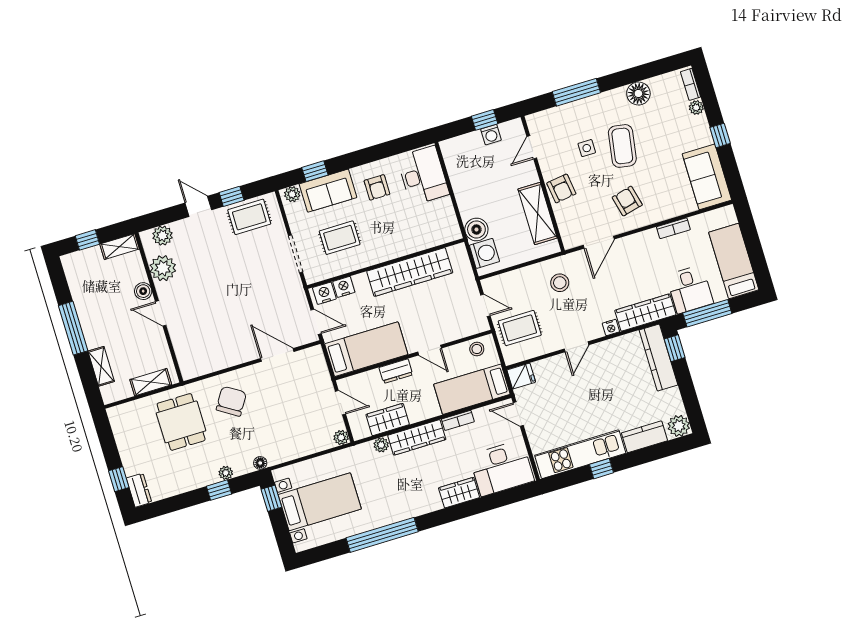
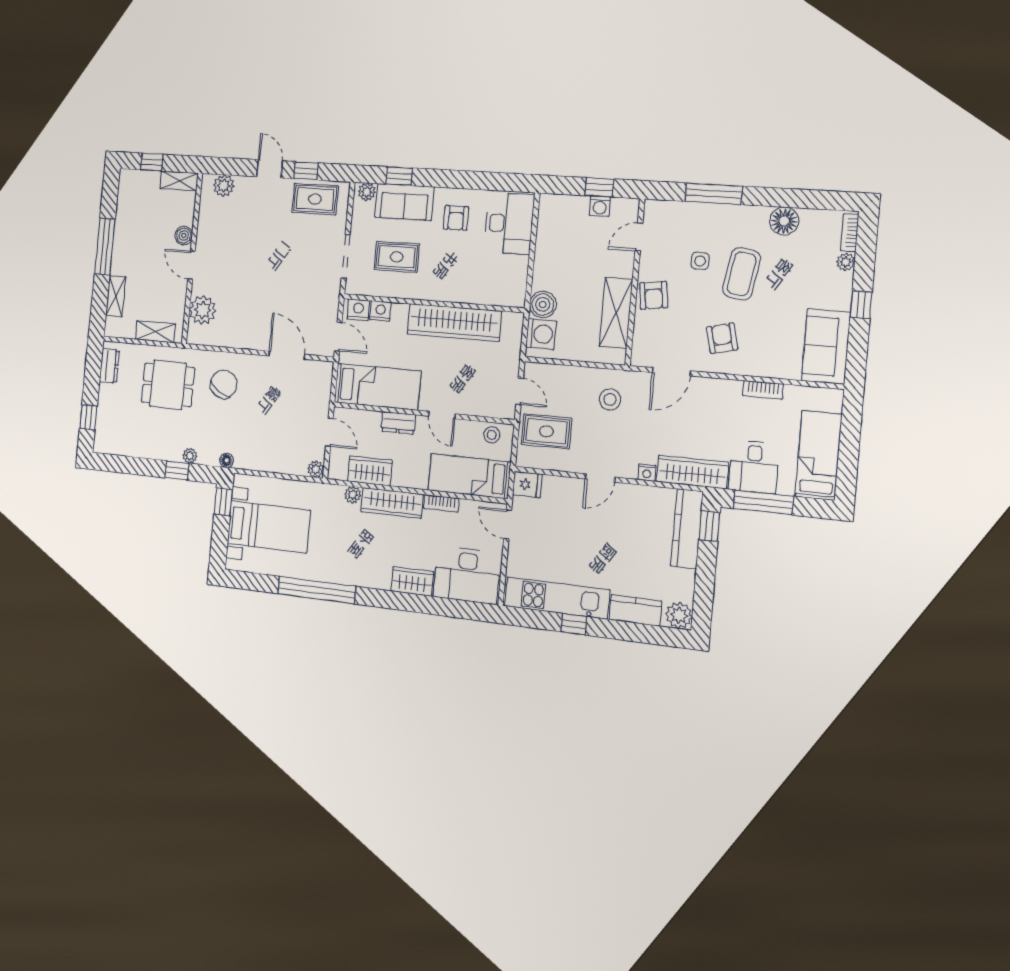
plant: (163, 268) -> (203, 310), moved
dining table: (181, 422) -> (168, 385), turned 90
dresser: (139, 490) -> (109, 366), moved

